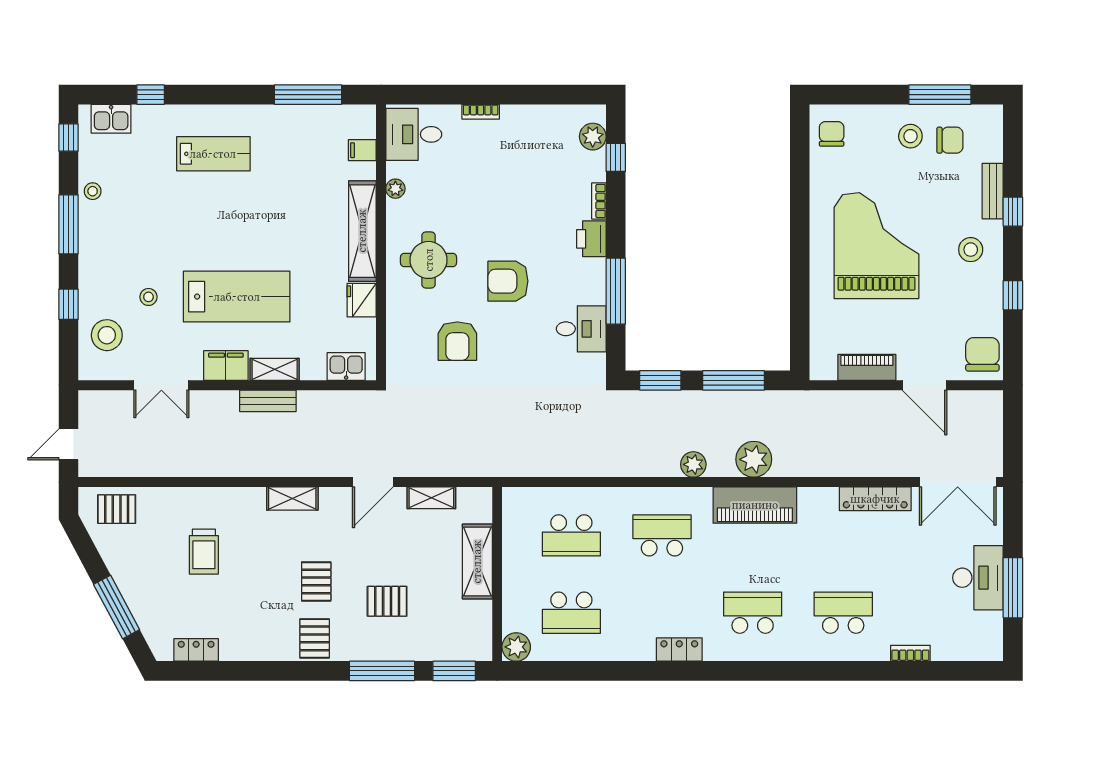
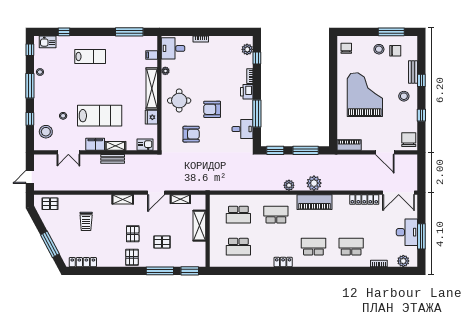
armchair: (457, 341) -> (191, 134), turned -90
piano: (867, 367) -> (349, 145), moved
plant: (516, 647) -> (403, 261), moved
locker: (196, 650) -> (83, 262), width x1.53

